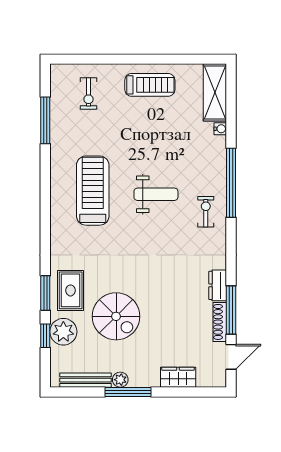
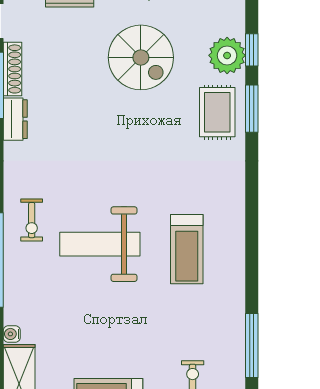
treadmill: (93, 191) -> (187, 249), width x0.73, depth x0.73
weight bench: (156, 194) -> (100, 244), width x1.36, depth x1.33
spiral stairs: (116, 316) -> (141, 57), moved, turned 180

